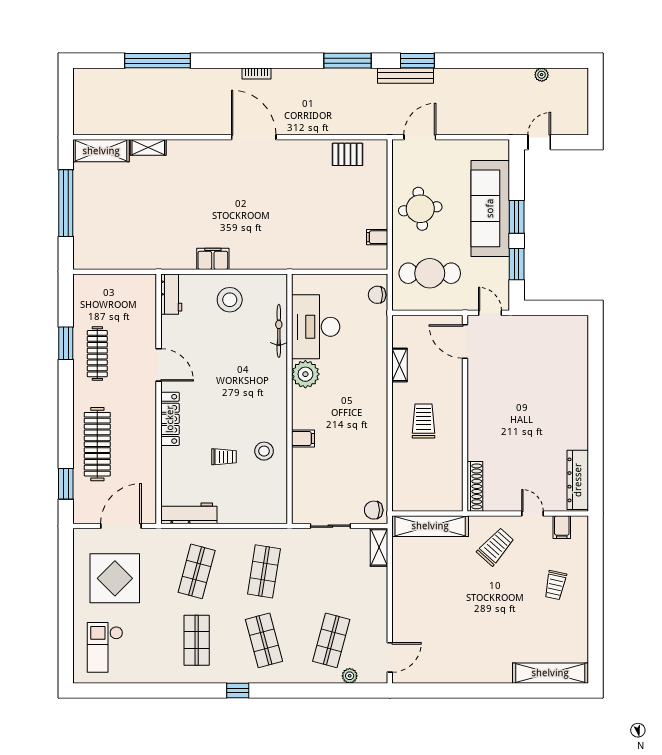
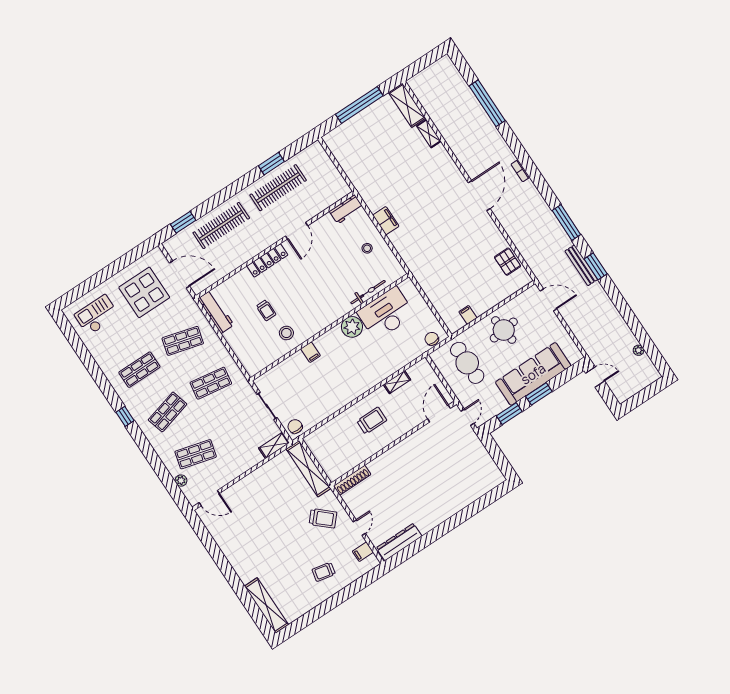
stool: (230, 300) -> (367, 248), width x0.53, depth x0.53
clothes rail: (97, 354) -> (278, 188), width x1.37, depth x1.31

